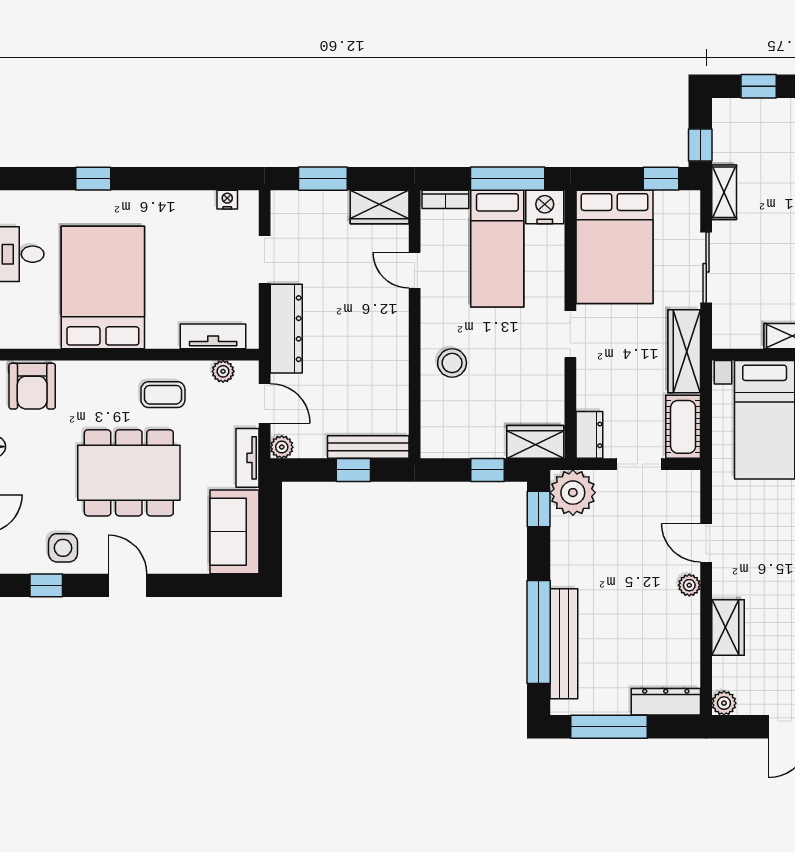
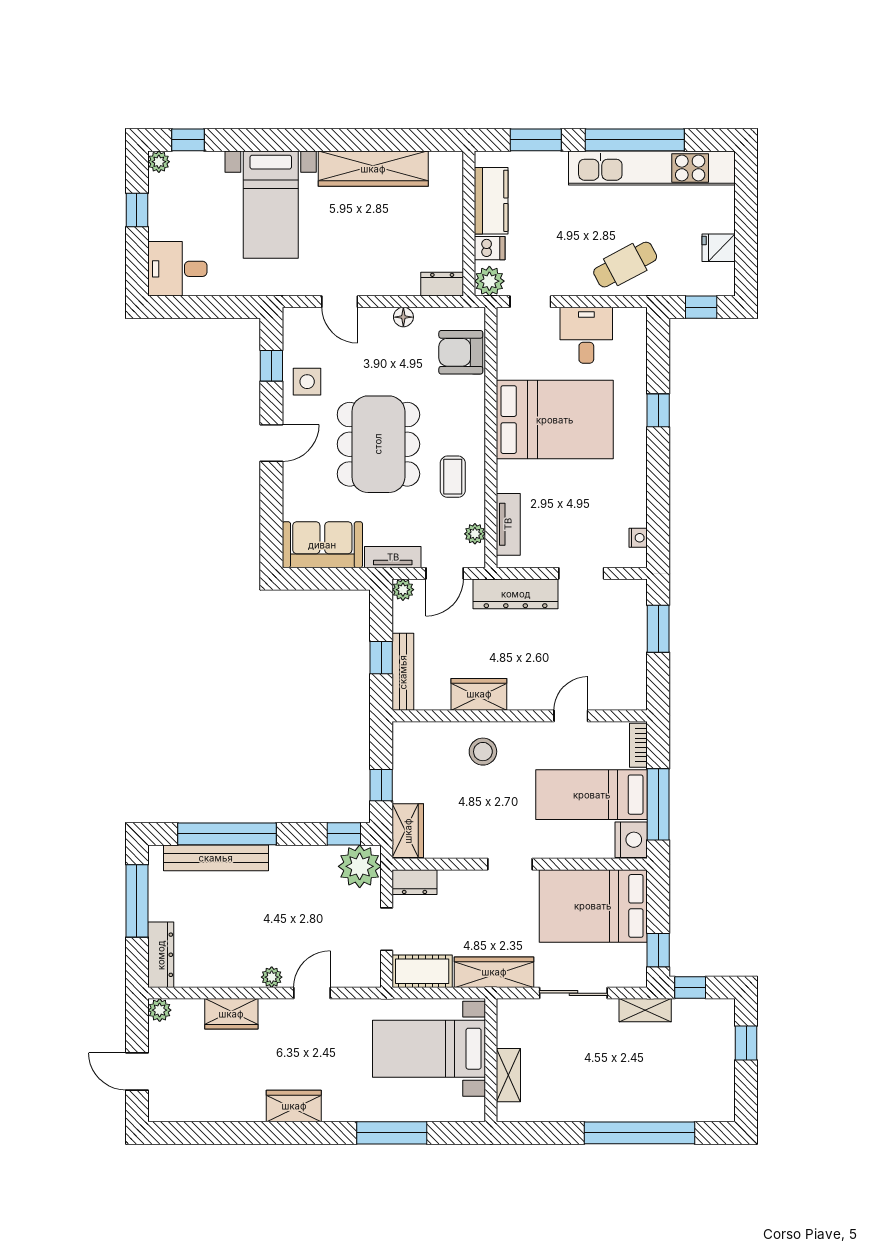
wardrobe: (380, 207) -> (479, 694), moved, turned 90

